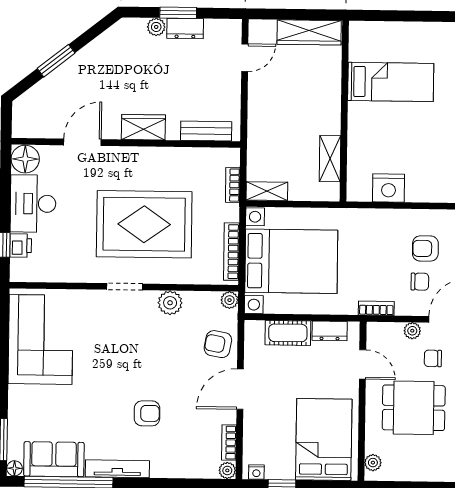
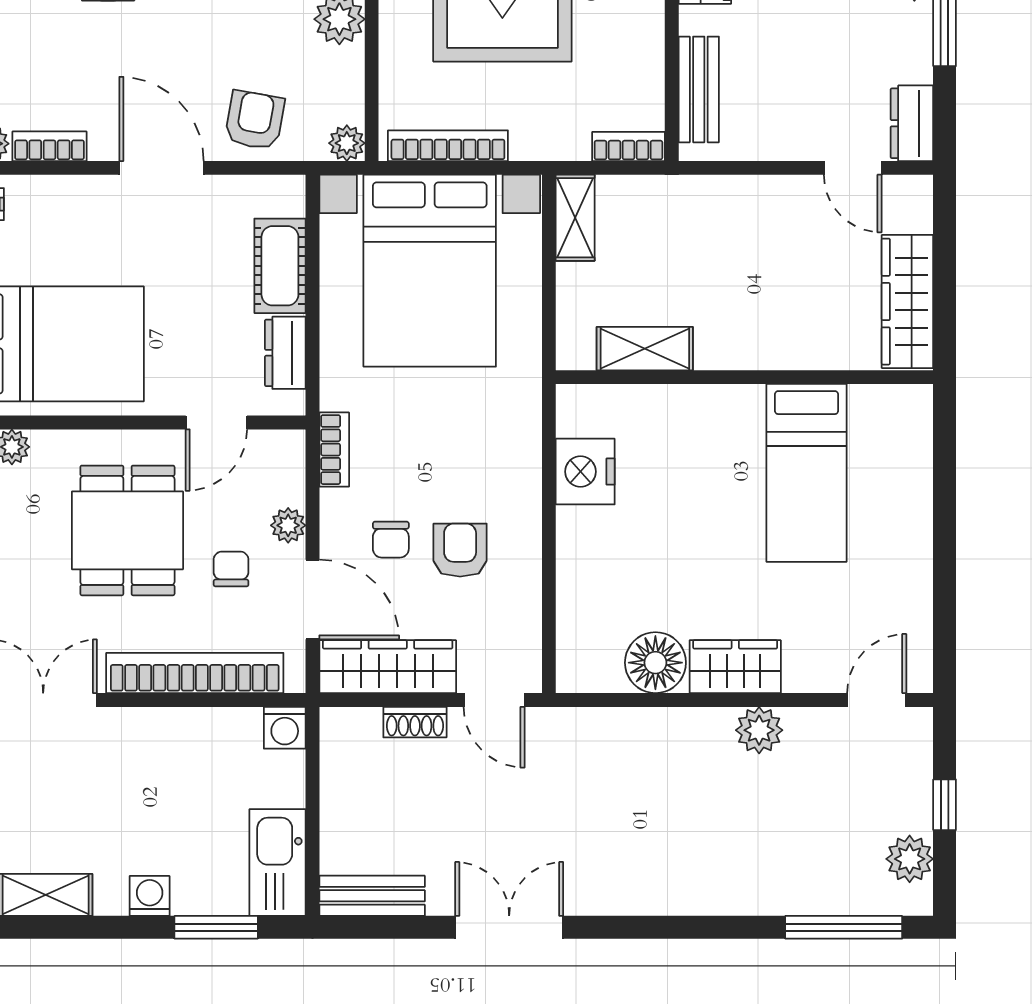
dresser: (185, 29) -> (912, 123), moved
bookcase: (233, 185) -> (628, 147), moved

